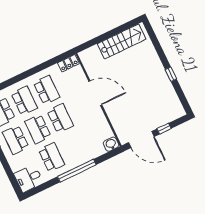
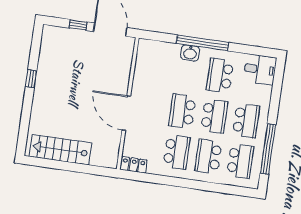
school desk: (47, 90) -> (177, 152), turned 180
washbasin: (111, 144) -> (190, 53), moved

